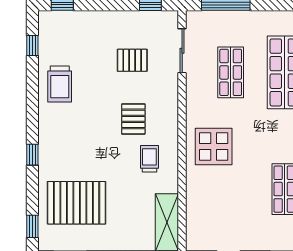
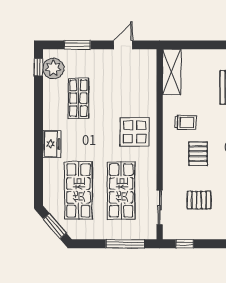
shop shelf: (231, 72) -> (121, 190), width x1.43, depth x1.36
trolley: (149, 159) -> (185, 122), turned -88

